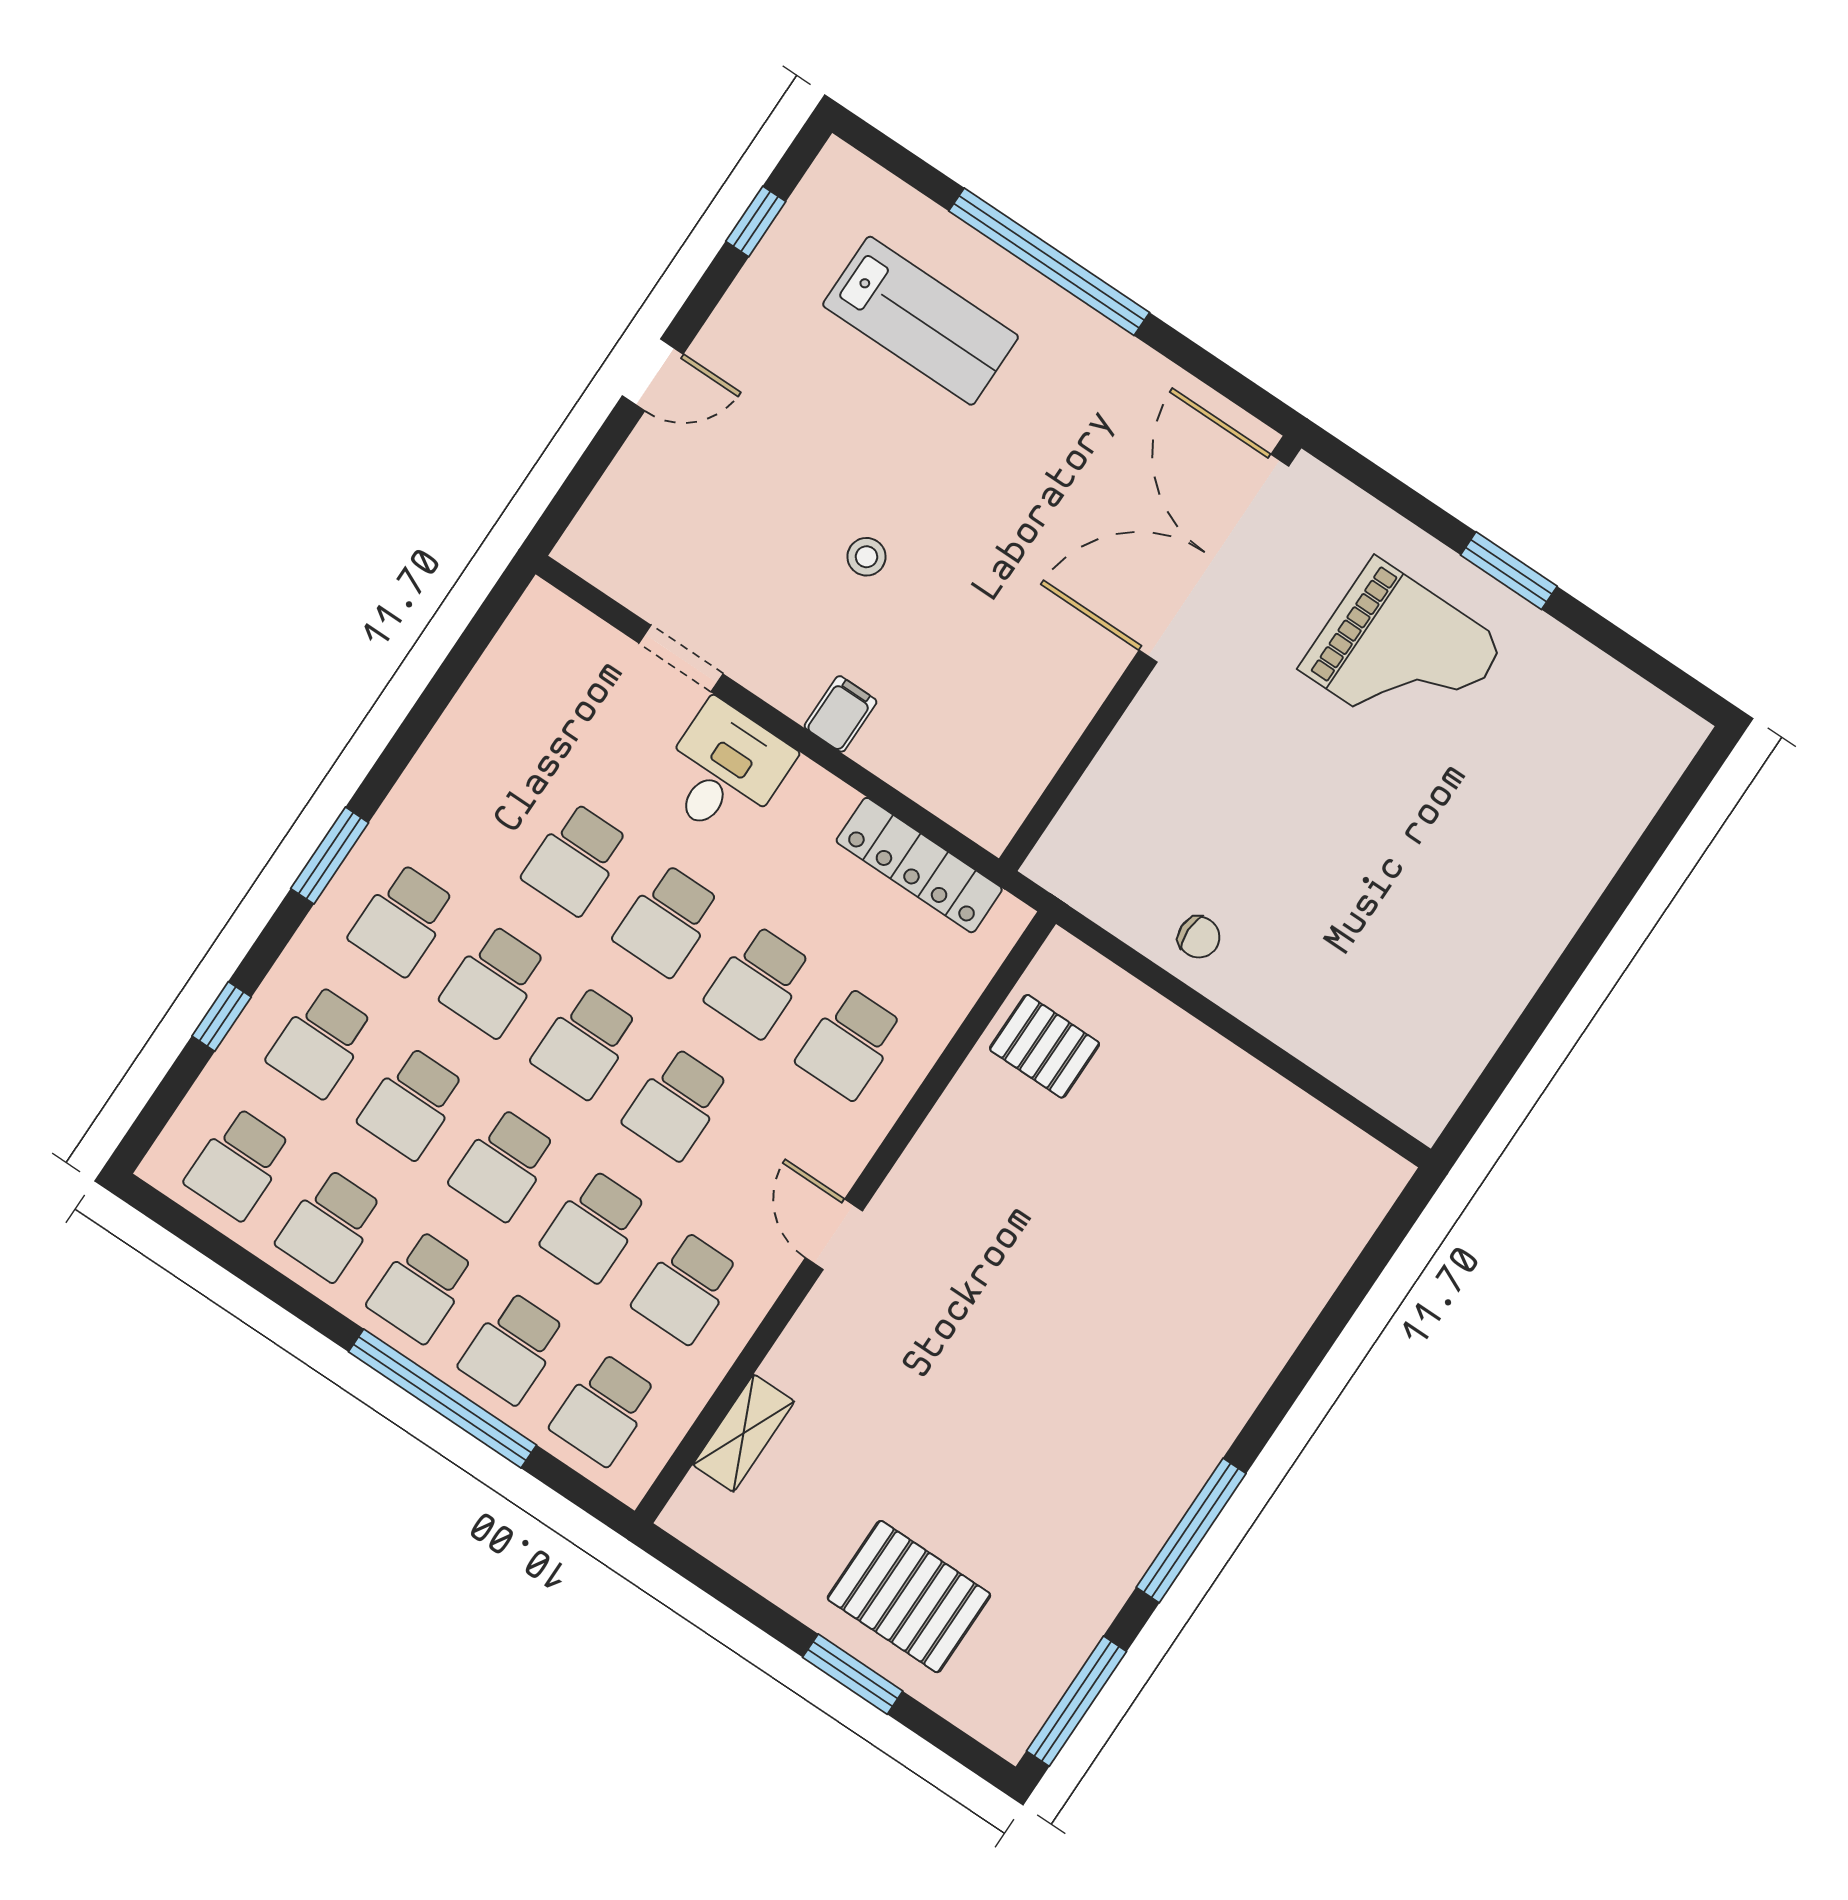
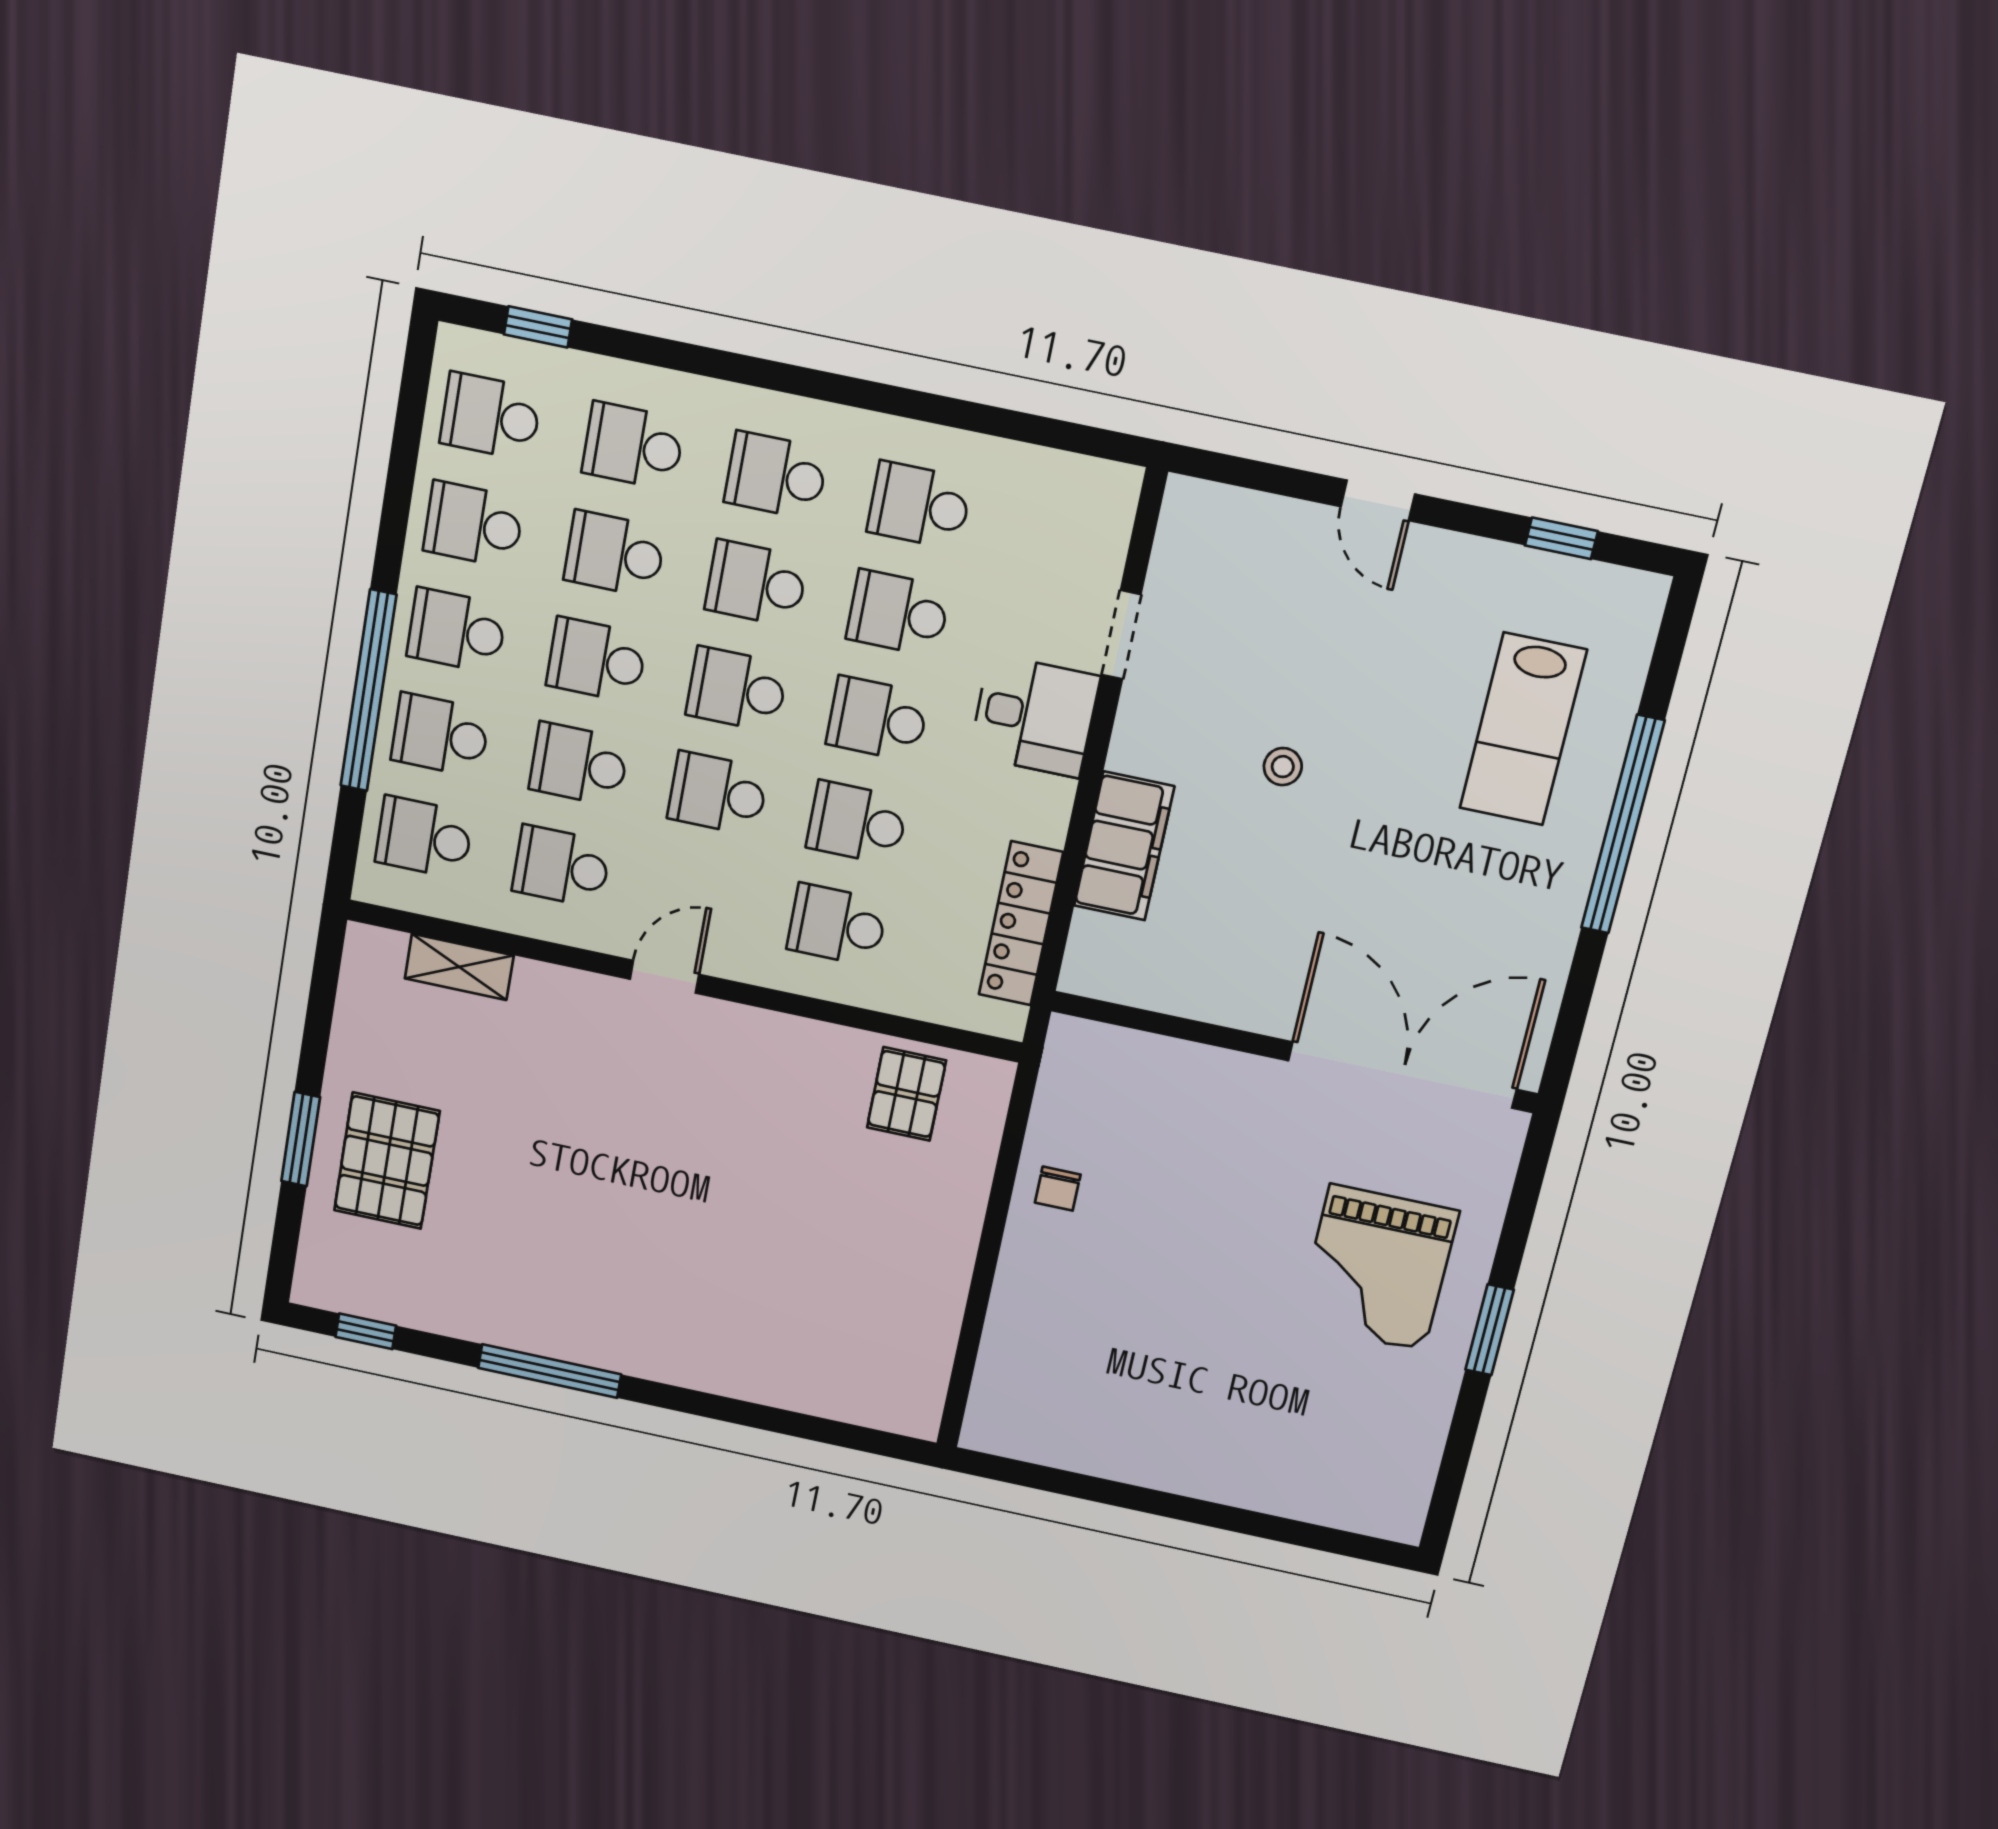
filing cabinet: (841, 714) -> (1124, 846), width x3.00, depth x1.17
school desk: (484, 798) -> (919, 505), added
window: (330, 856) -> (806, 382), removed
window: (222, 1017) -> (538, 327), moved
window: (1076, 1701) -> (366, 1331), width x0.46

